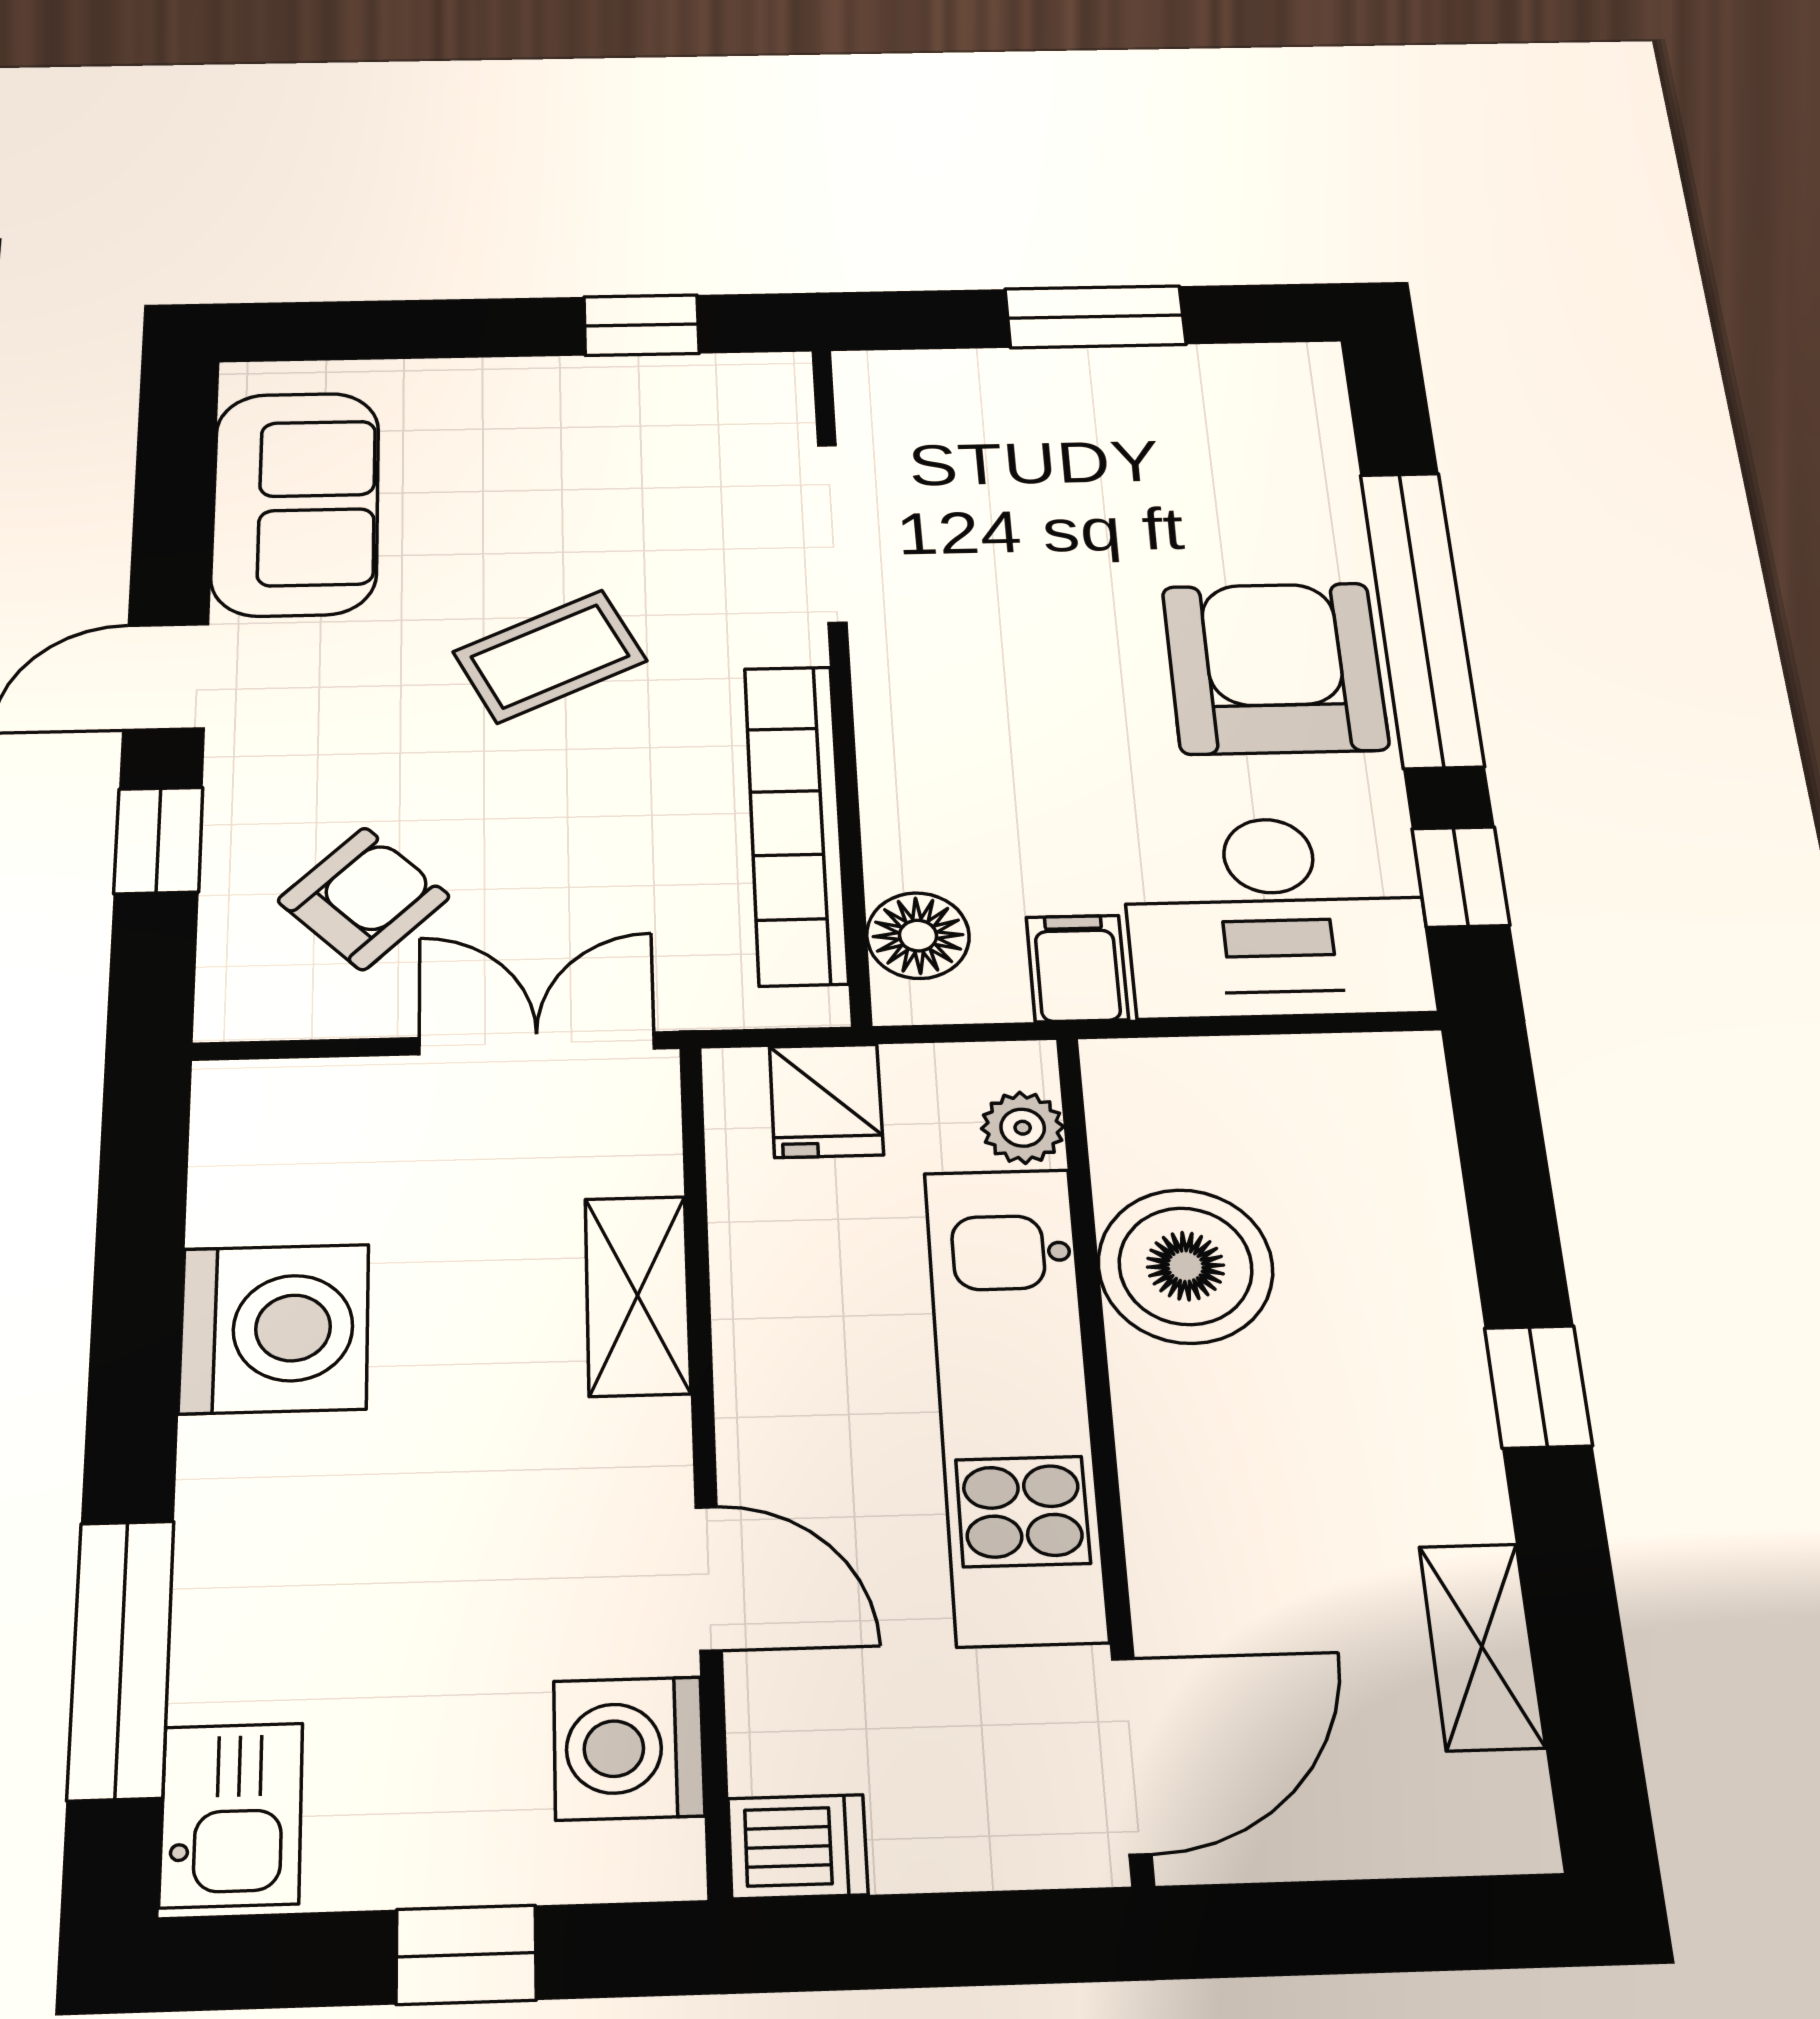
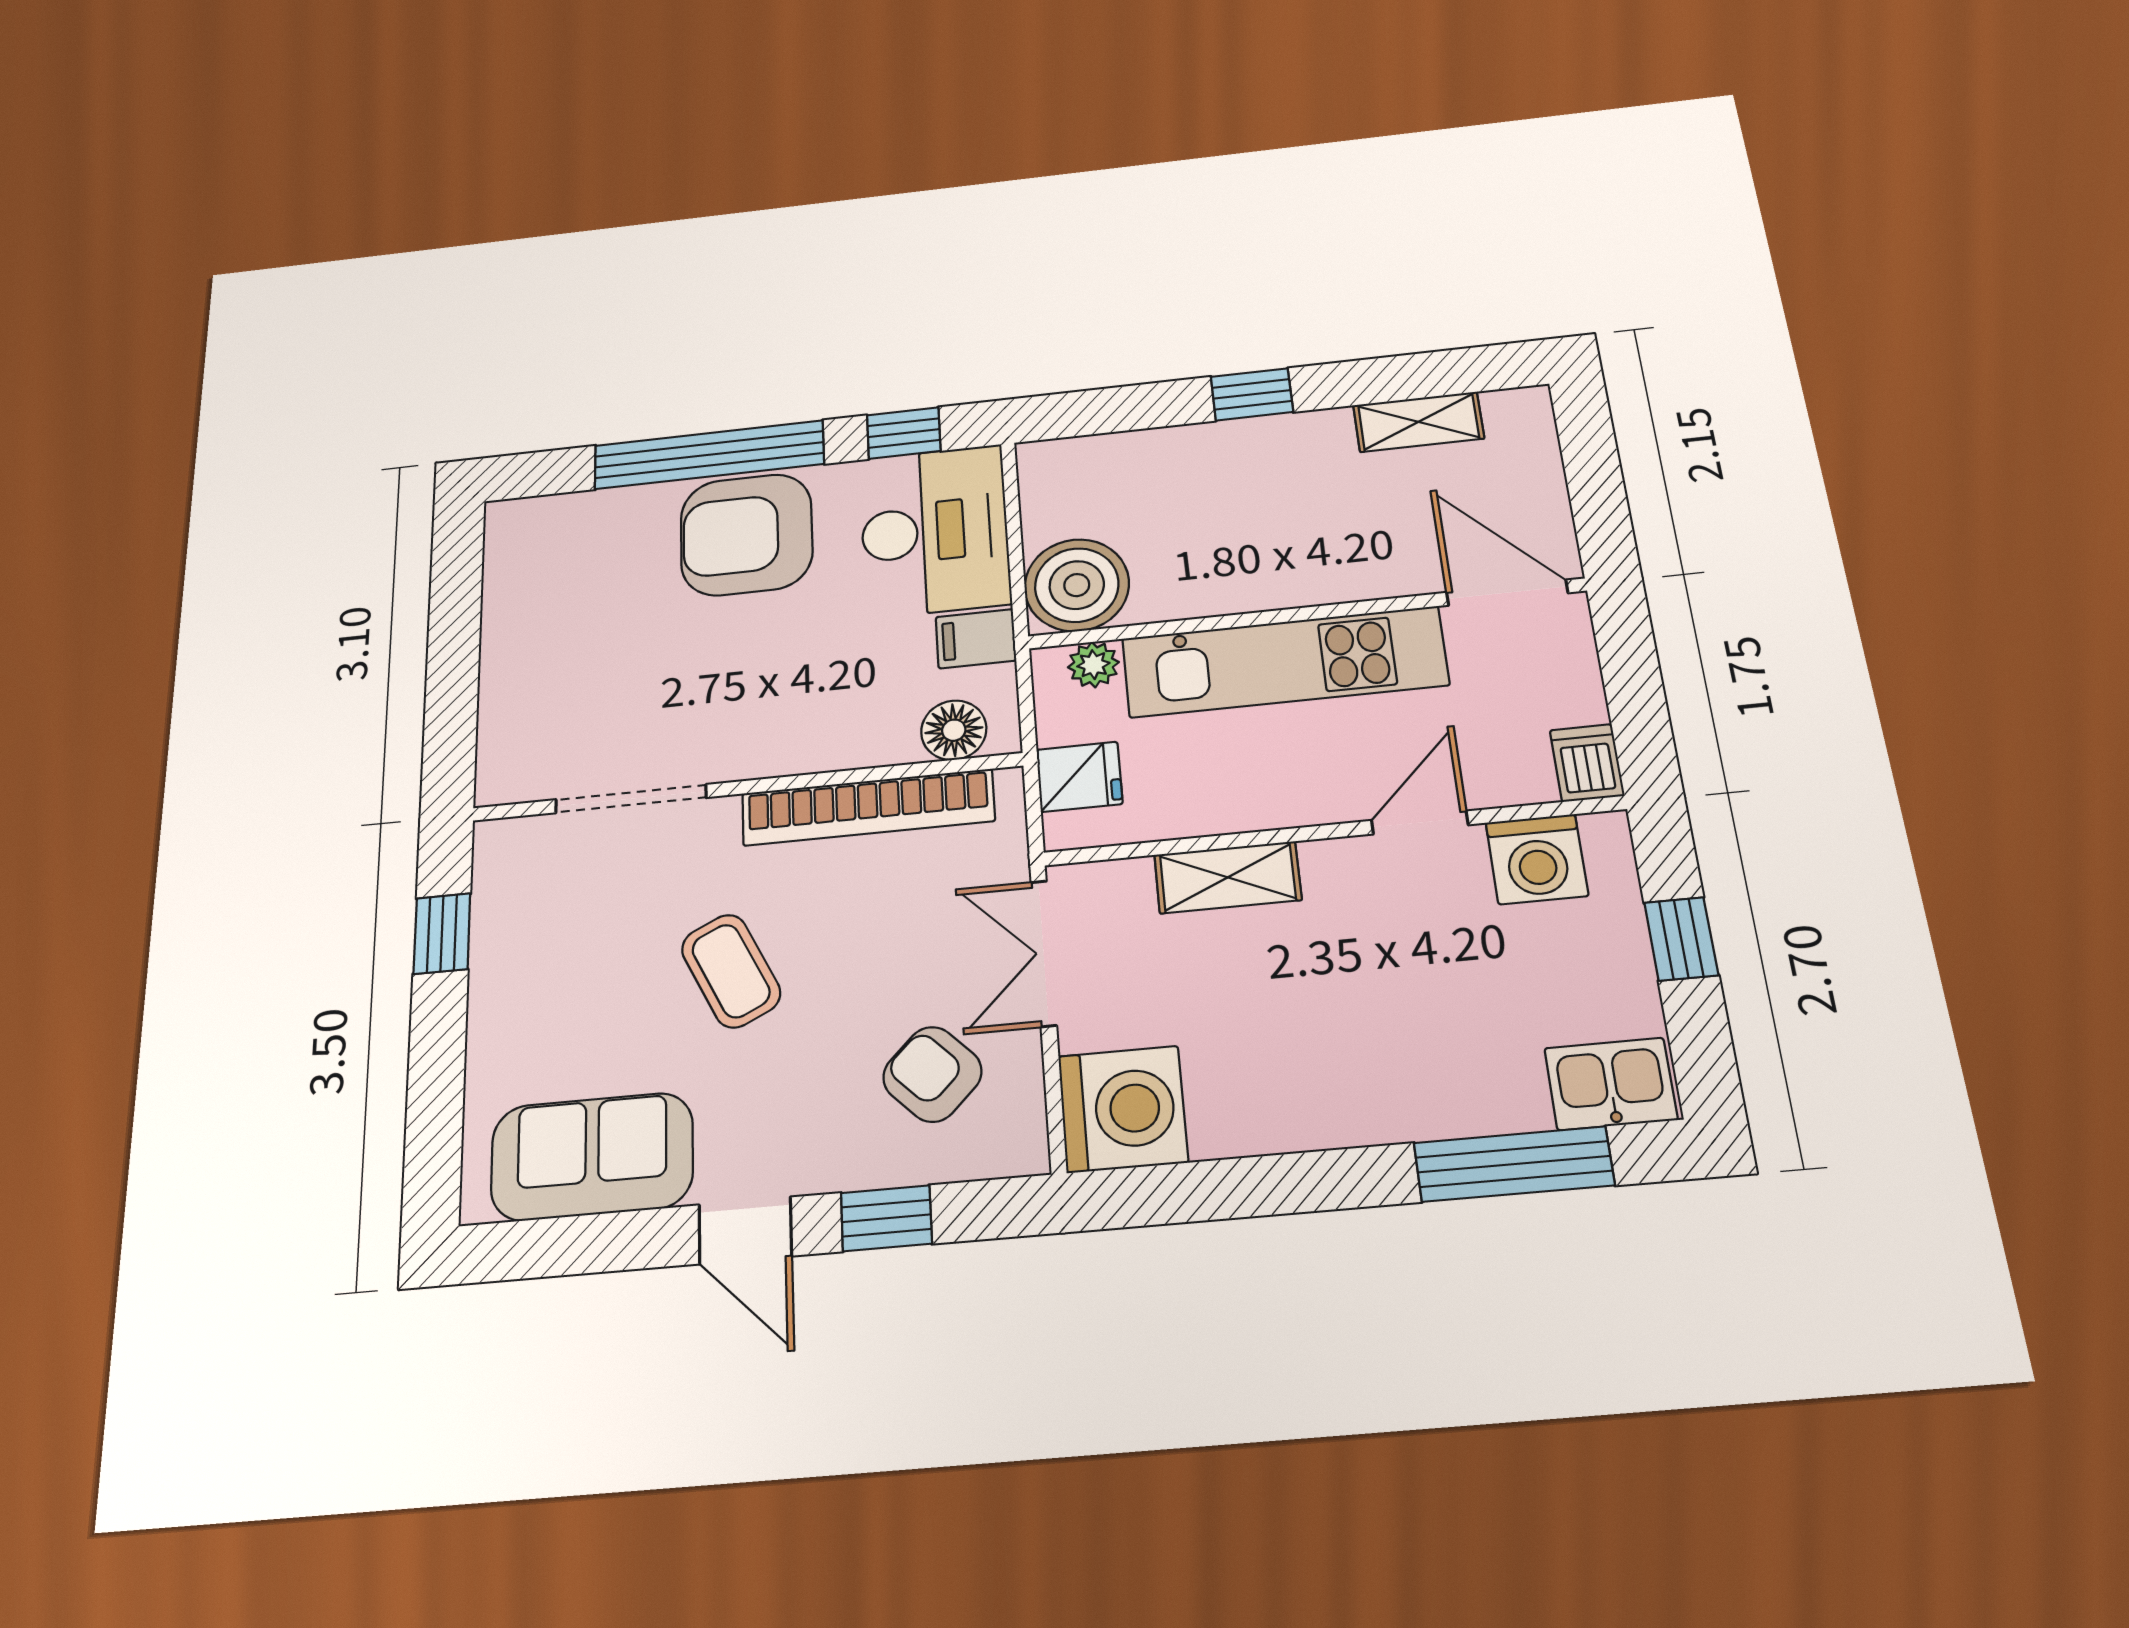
window: (1095, 317) -> (454, 646), removed
boiler: (1186, 1266) -> (1077, 585), moved
washing machine: (274, 1328) -> (1123, 1109), moved, turned 90

